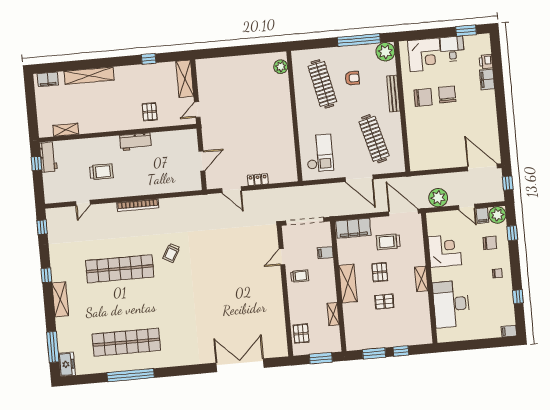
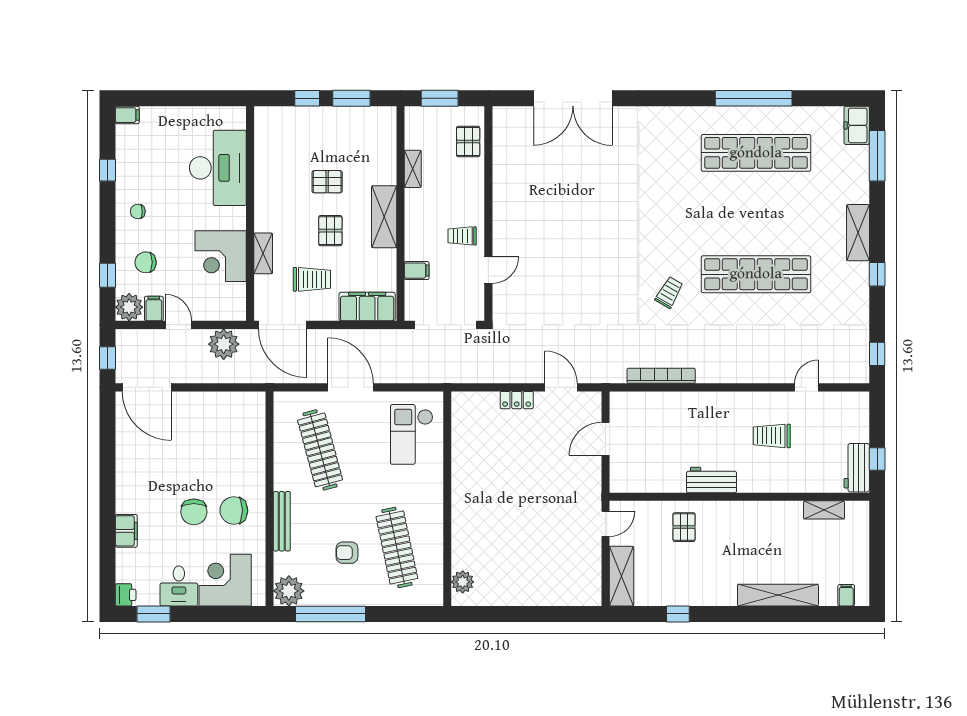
printer: (486, 62) -> (126, 595), moved
filing cabinet: (48, 79) -> (846, 595), width x0.50
bookcase: (138, 205) -> (661, 376), moved
shelving: (421, 279) -> (263, 253), moved

